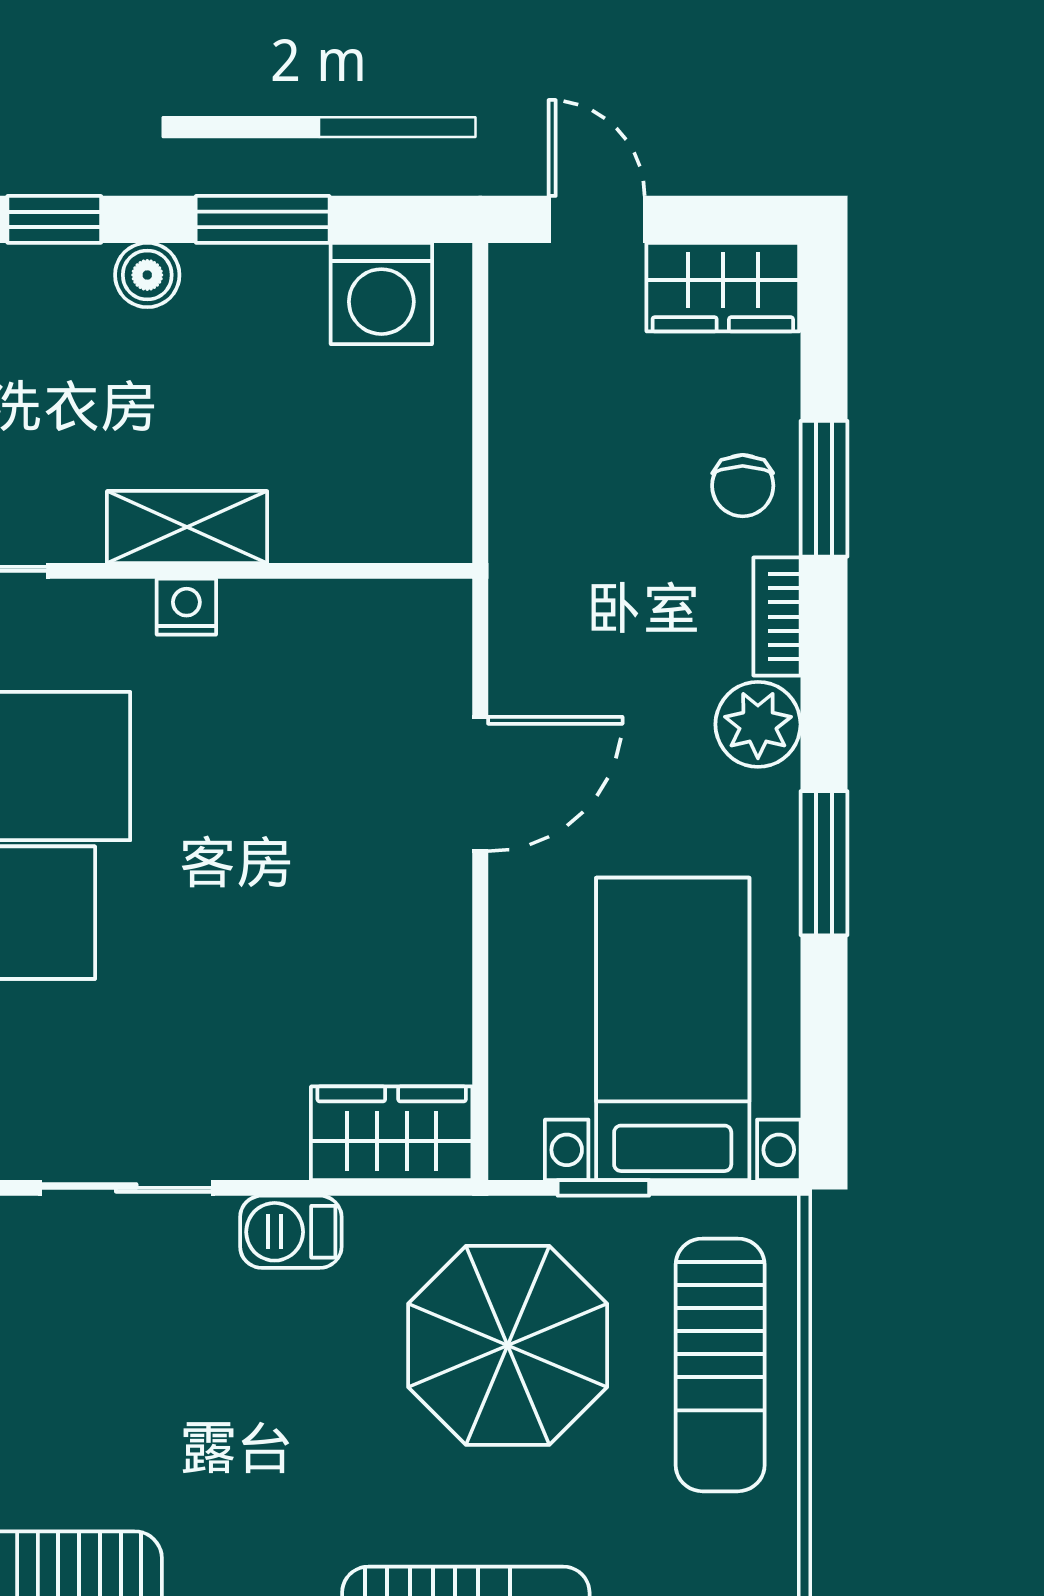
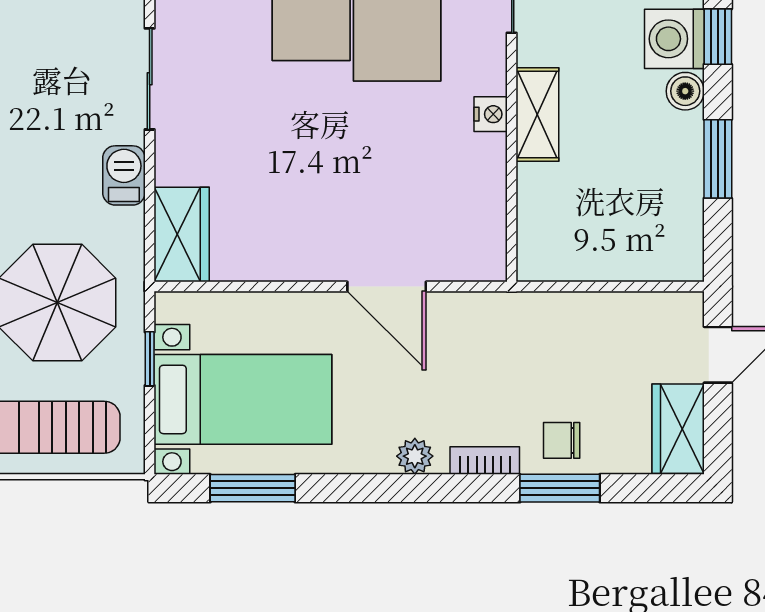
washing machine: (381, 293) -> (674, 39), moved
plant: (758, 724) -> (415, 456), width x0.73, depth x0.73
window: (824, 863) -> (253, 488), moved

